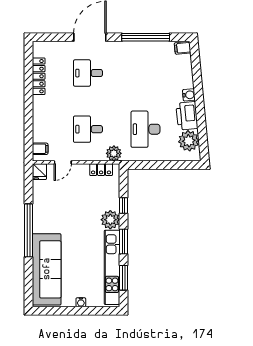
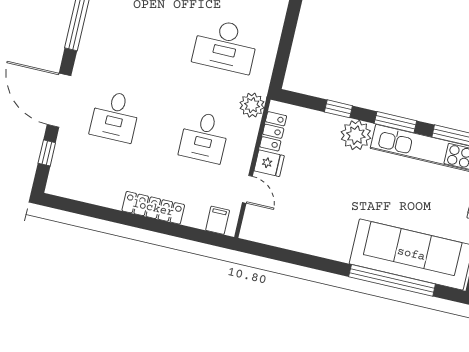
window: (57, 37) -> (47, 153), added
locker: (39, 76) -> (153, 208), moved
fridge: (40, 172) -> (269, 163), moved
window: (28, 230) -> (392, 280), moved

